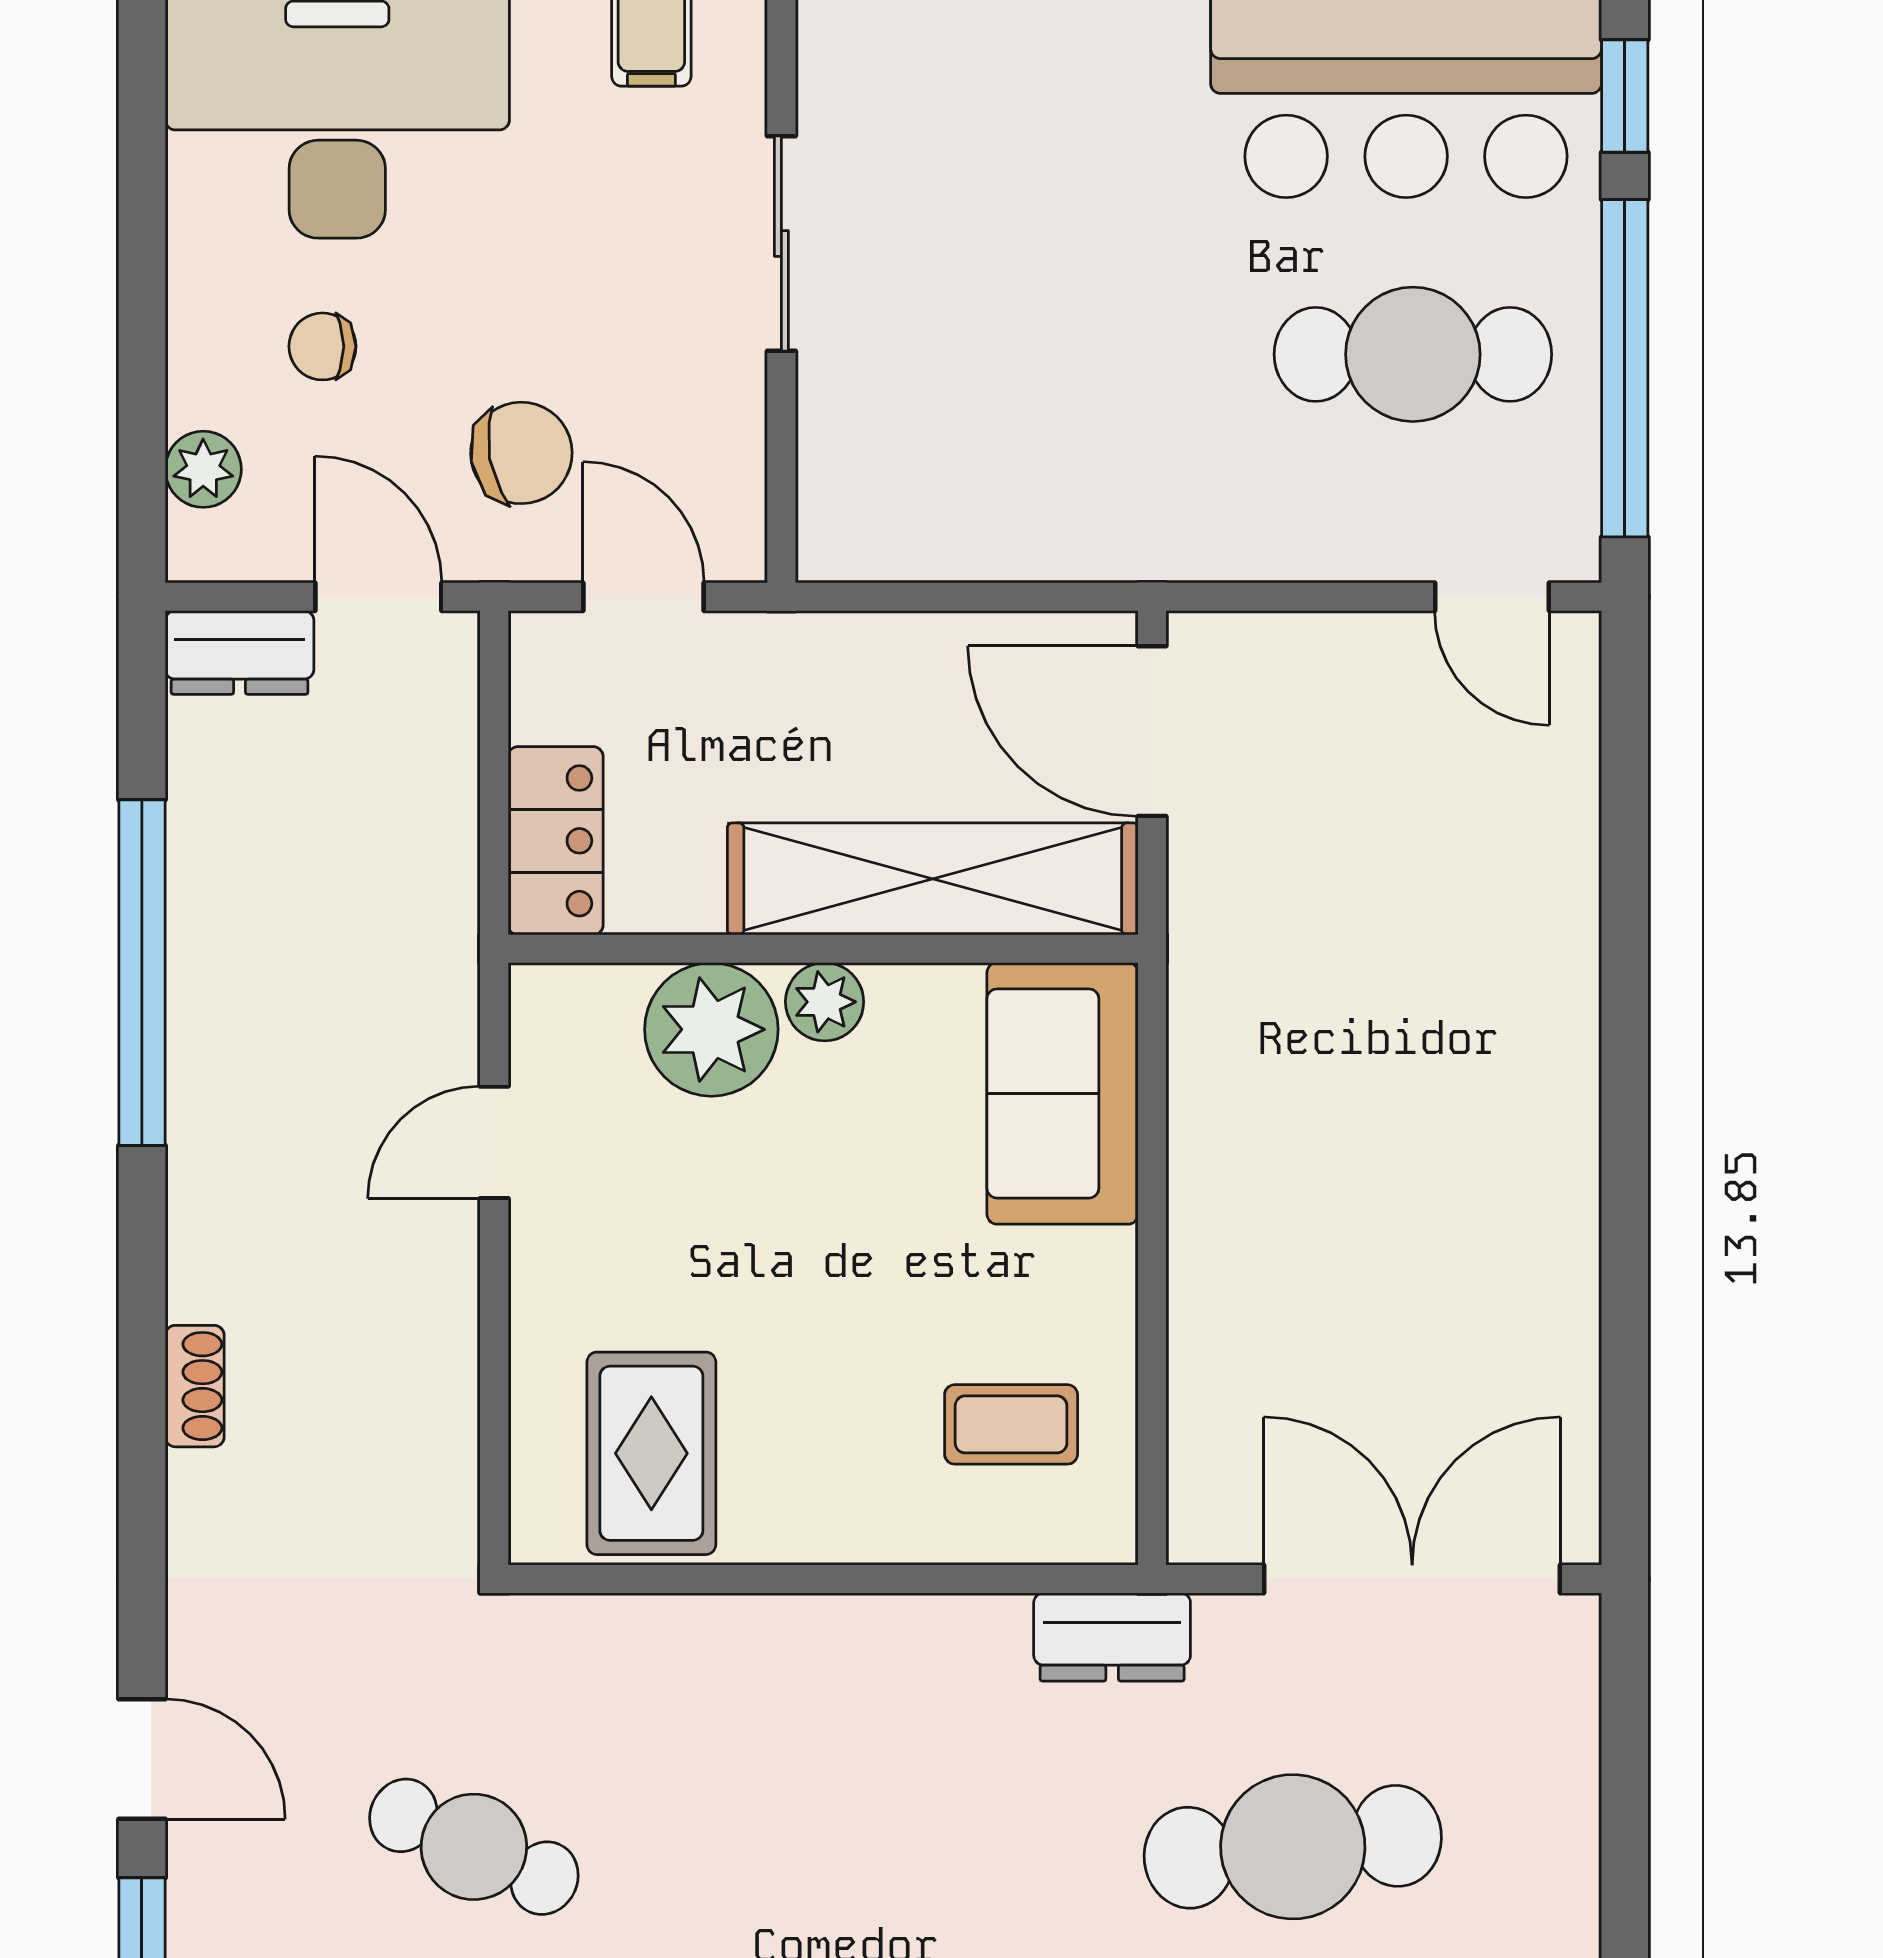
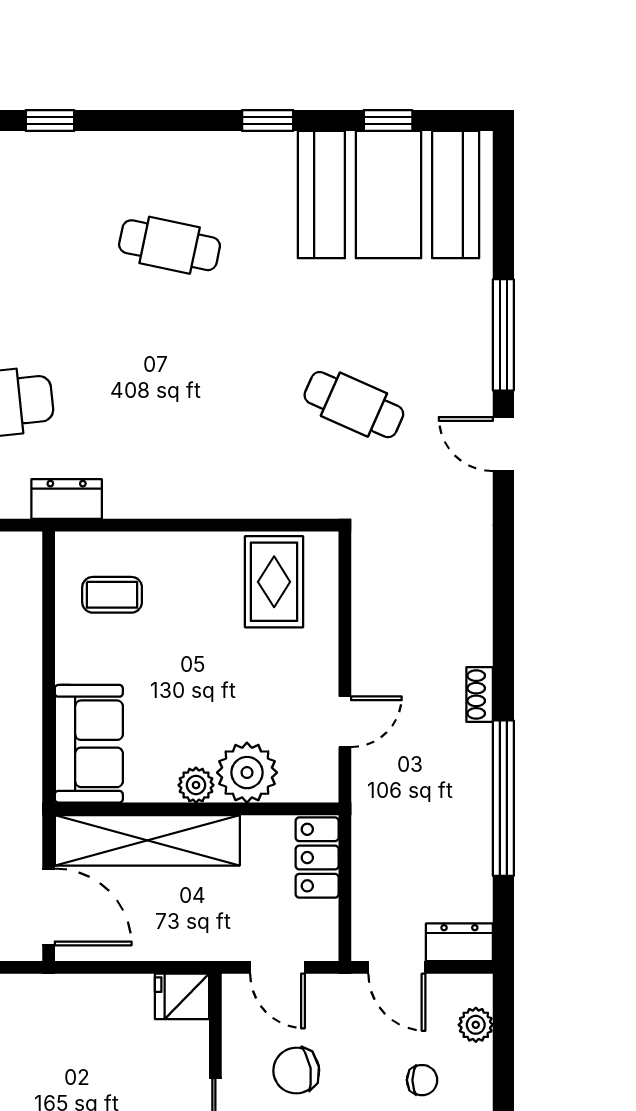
chair: (521, 453) -> (296, 1071), moved
fridge: (856, 532) -> (182, 996), added
shoe rack: (195, 1386) -> (480, 695), moved

